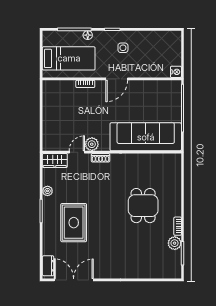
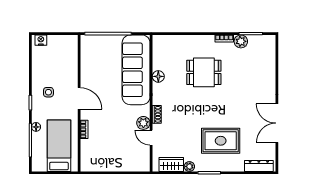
nightstand: (176, 72) -> (41, 40), moved
floor lamp: (139, 159) -> (158, 76), added
wardrobe: (55, 161) -> (171, 164), moved, turned -90
dresser: (48, 266) -> (259, 166), width x1.44
double door: (74, 280) -> (277, 123), moved

